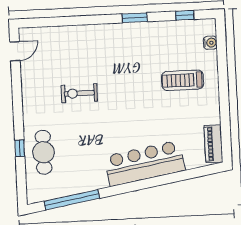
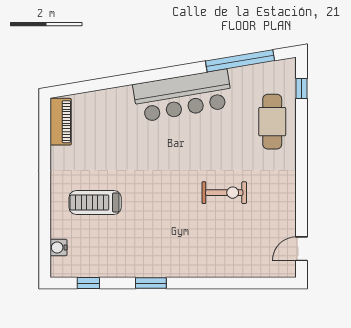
treadmill: (183, 80) -> (95, 202), turned 180
window: (20, 148) -> (302, 88), moved
bar counter: (145, 163) -> (183, 96), moved

